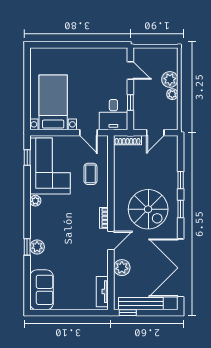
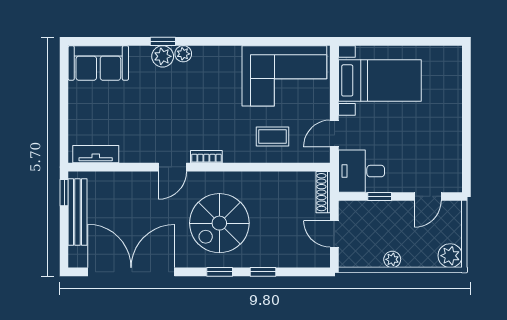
plant: (170, 79) -> (450, 256), moved
window: (27, 157) -> (297, 41), removed
plant: (35, 201) -> (183, 54), moved
door: (111, 240) -> (172, 167), hinge flipped
plant: (122, 268) -> (132, 184), removed

